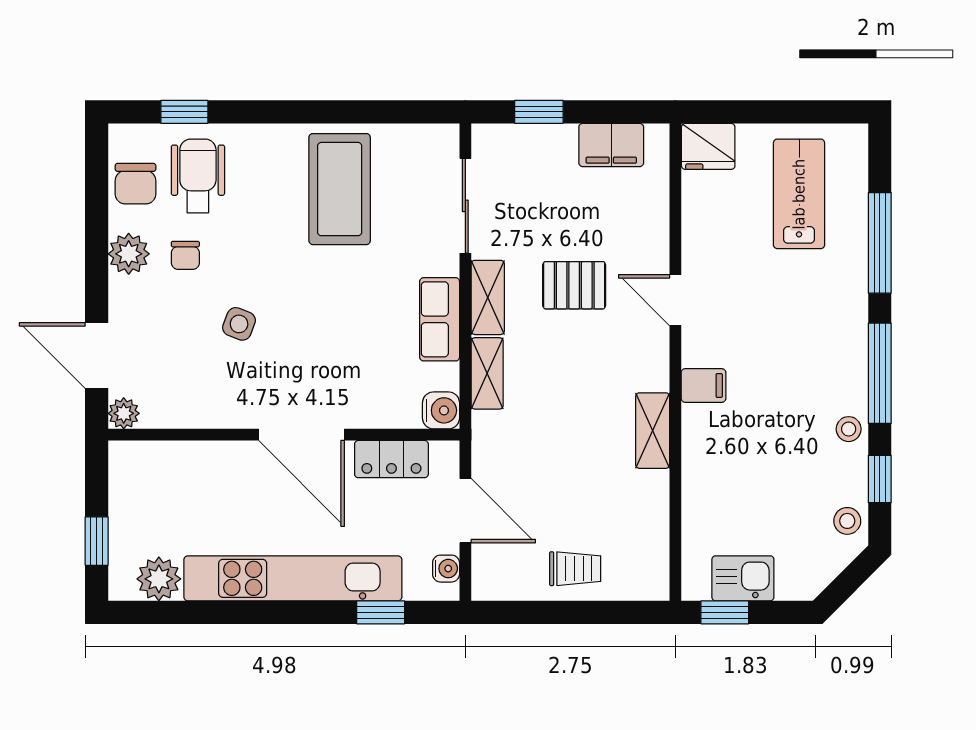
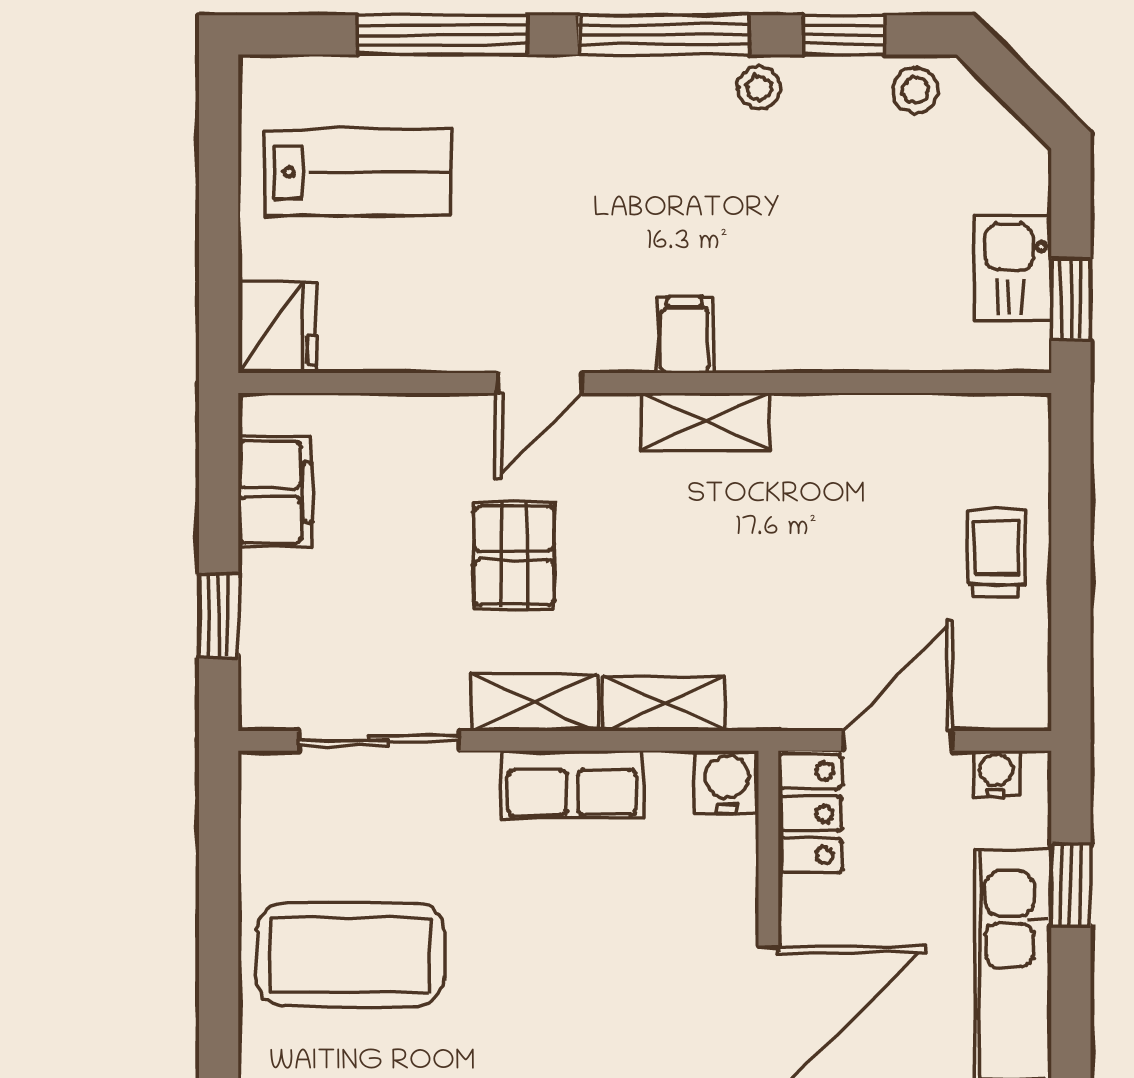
lab bench: (799, 194) -> (358, 172), turned 180
shelving: (653, 431) -> (705, 422), moved
locker: (391, 459) -> (810, 813), moved

